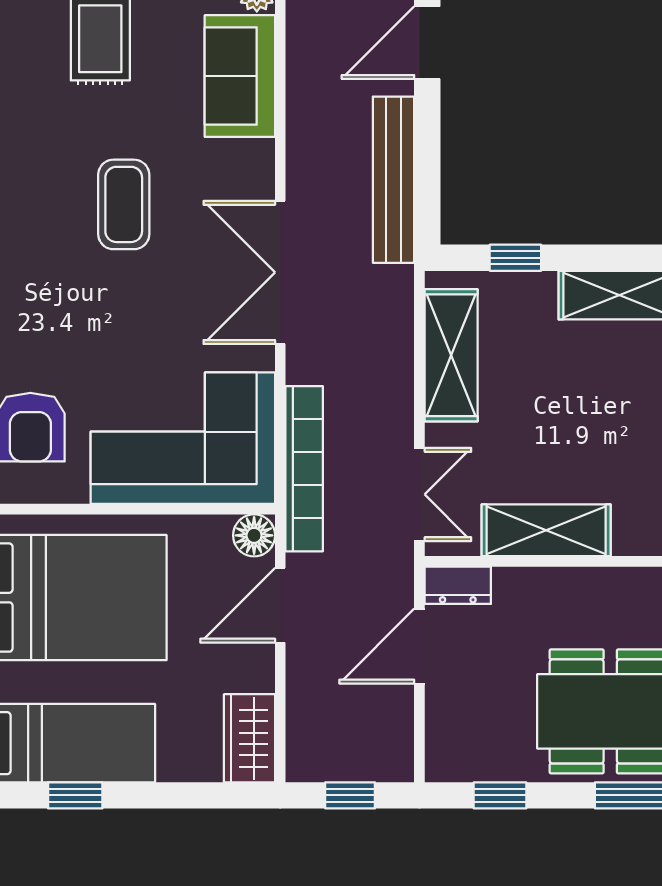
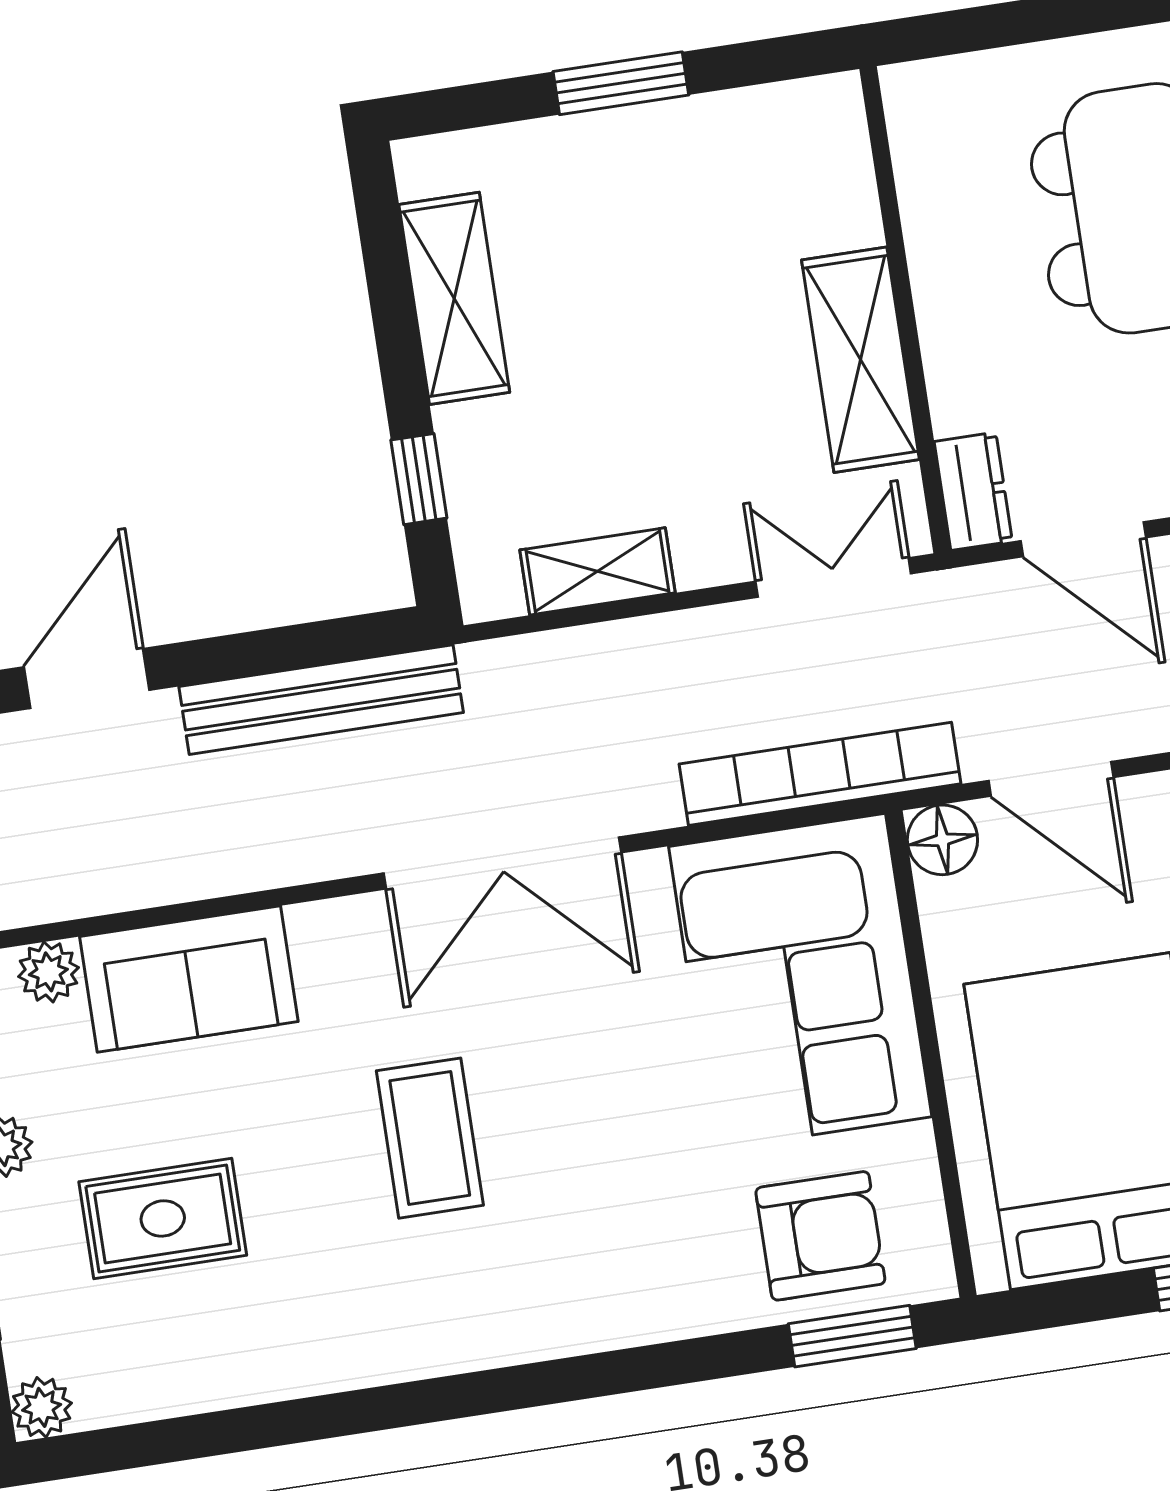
door: (427, 43) -> (87, 679), swing flipped
coffee table: (124, 204) -> (430, 1138), turned 90
shelving: (451, 355) -> (598, 571), width x0.67, depth x0.75

